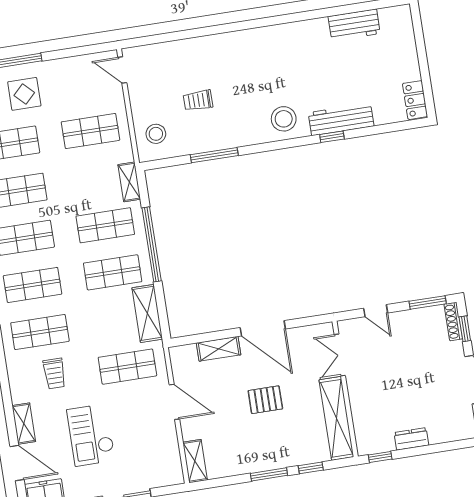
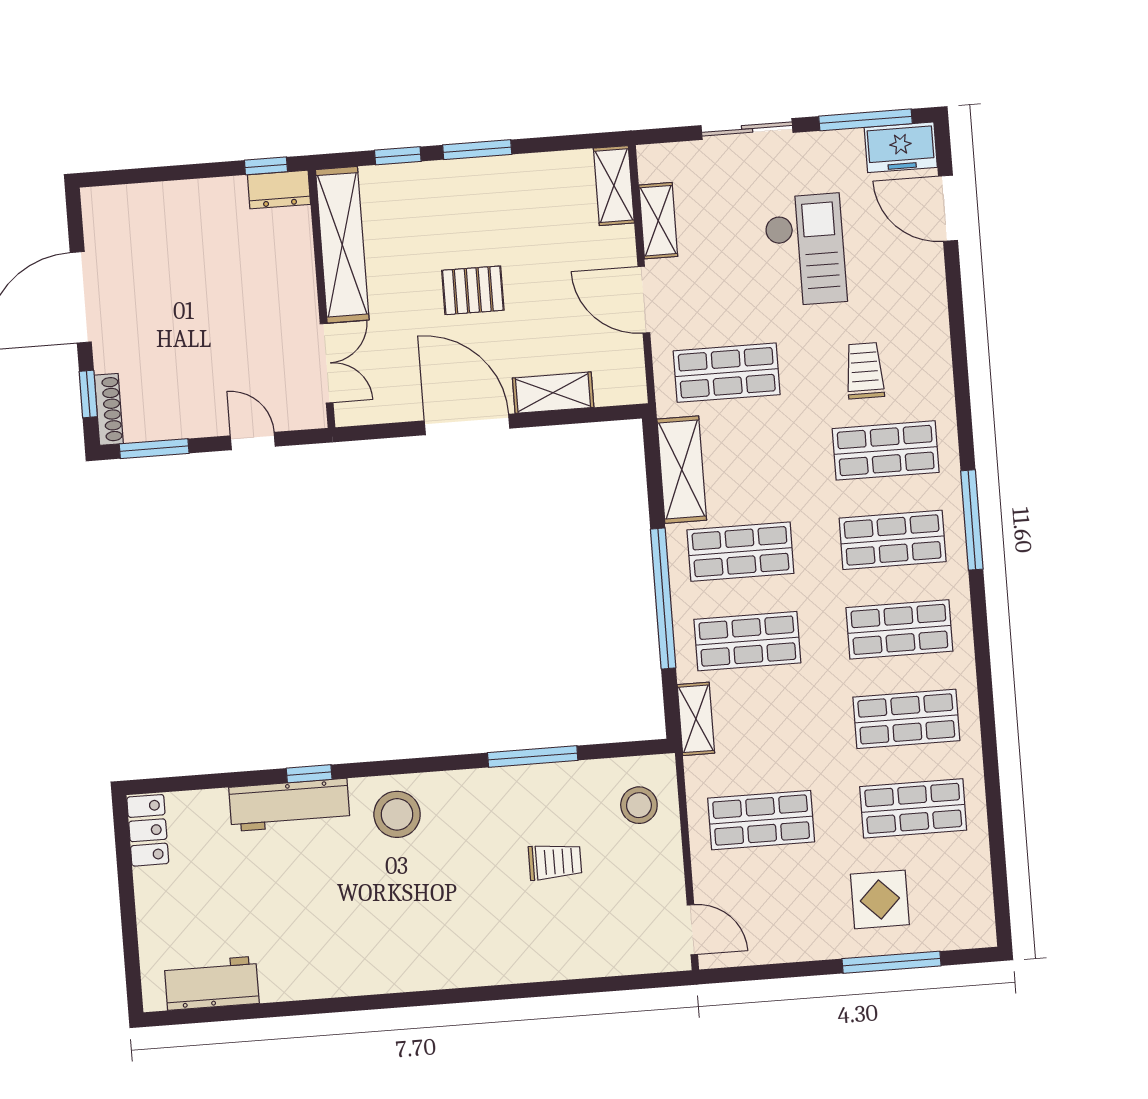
workbench: (354, 25) -> (212, 983), moved
shelving: (24, 424) -> (658, 221), moved
dresser: (411, 439) -> (279, 190), moved

